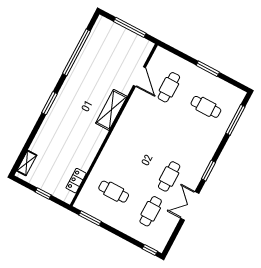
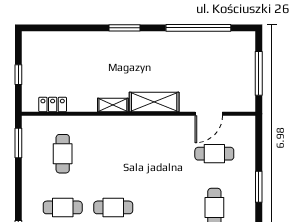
shelving: (27, 163) -> (113, 105), moved

